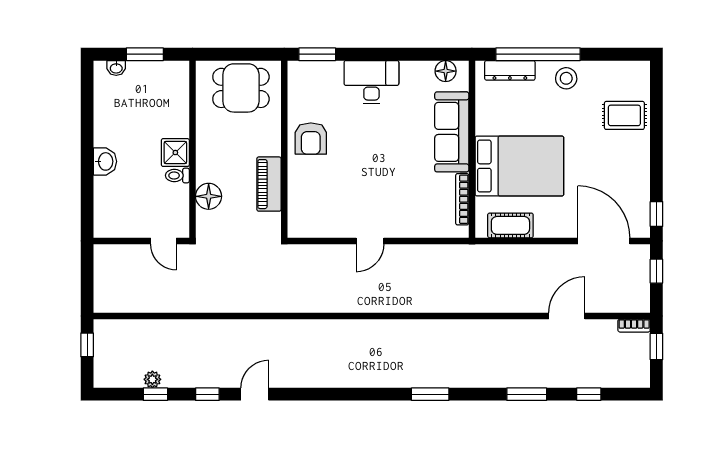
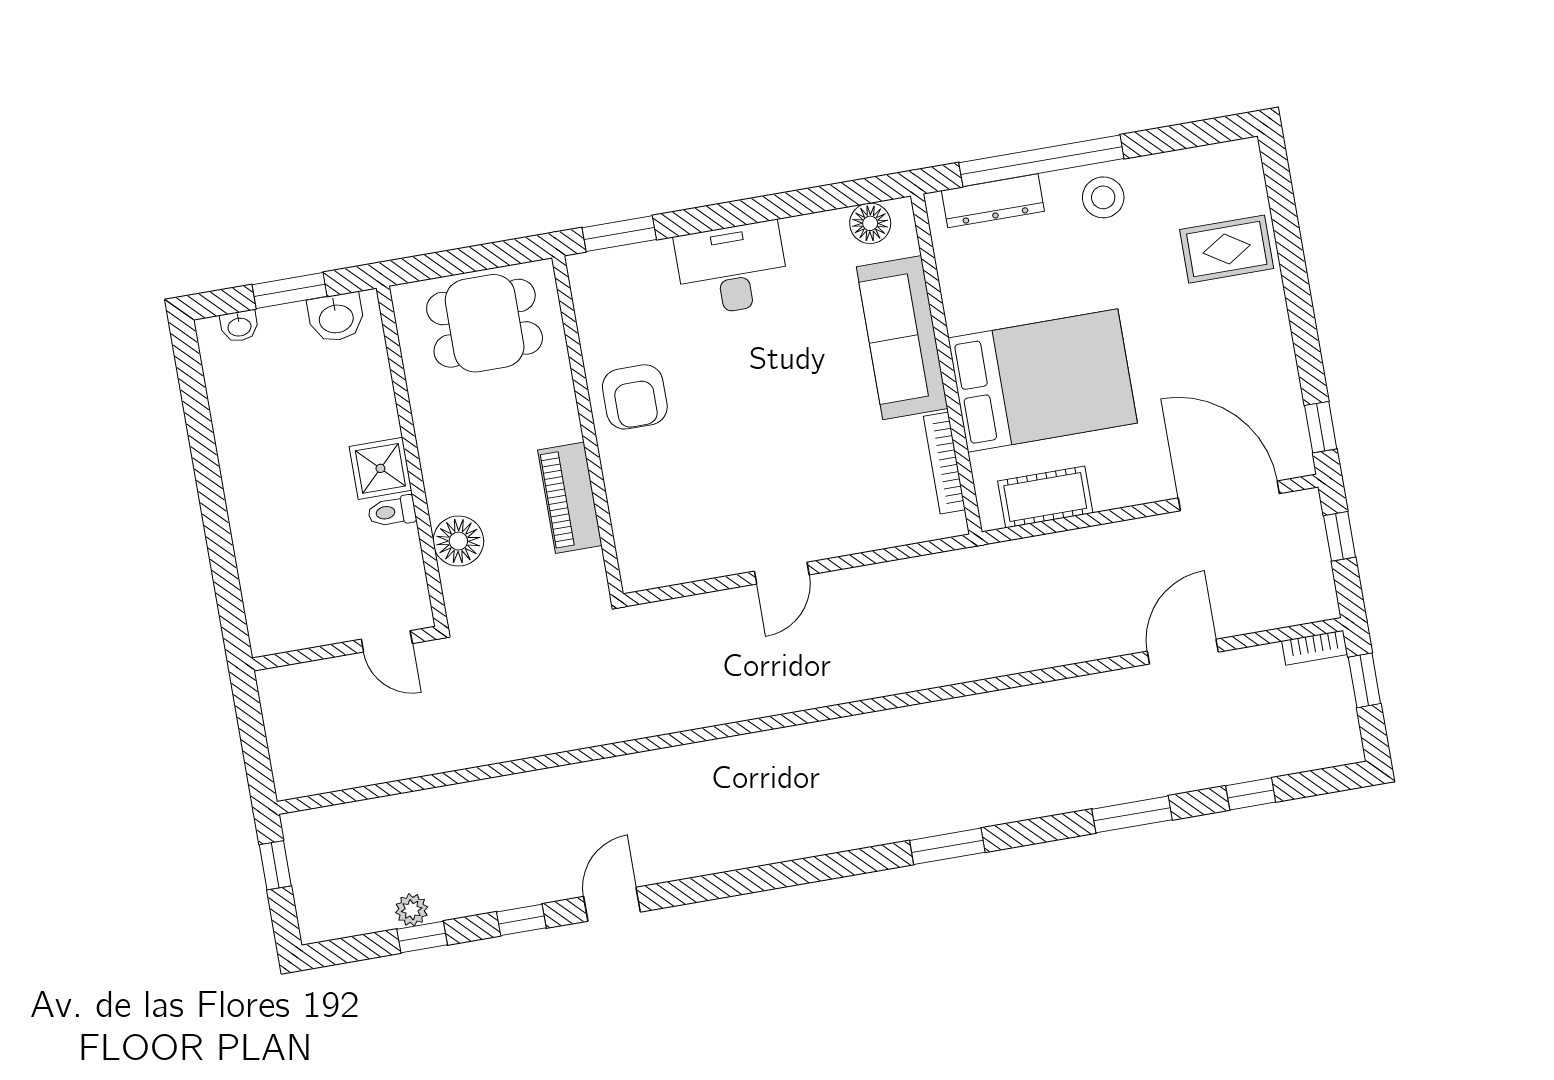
washbasin: (105, 161) -> (336, 318), moved, turned 90

